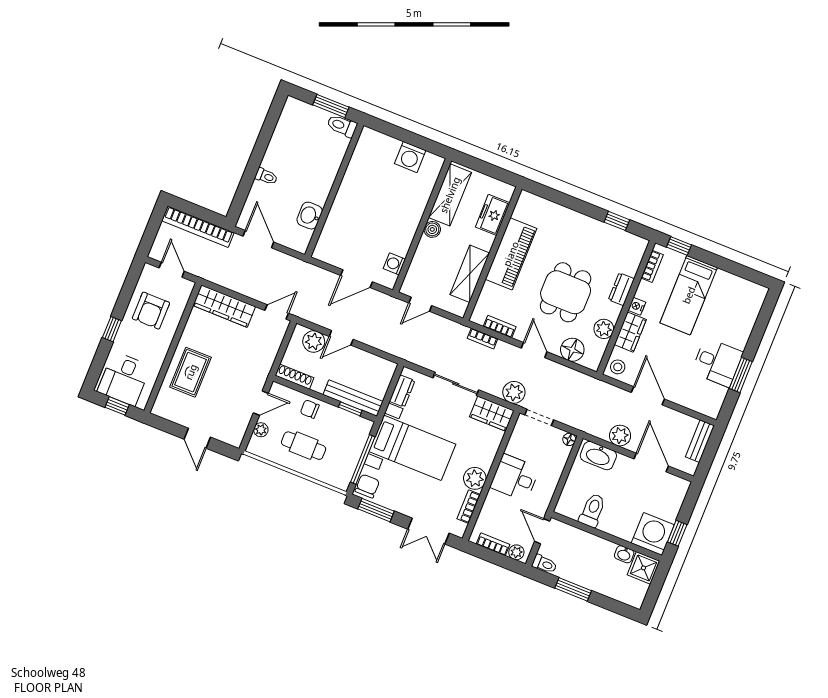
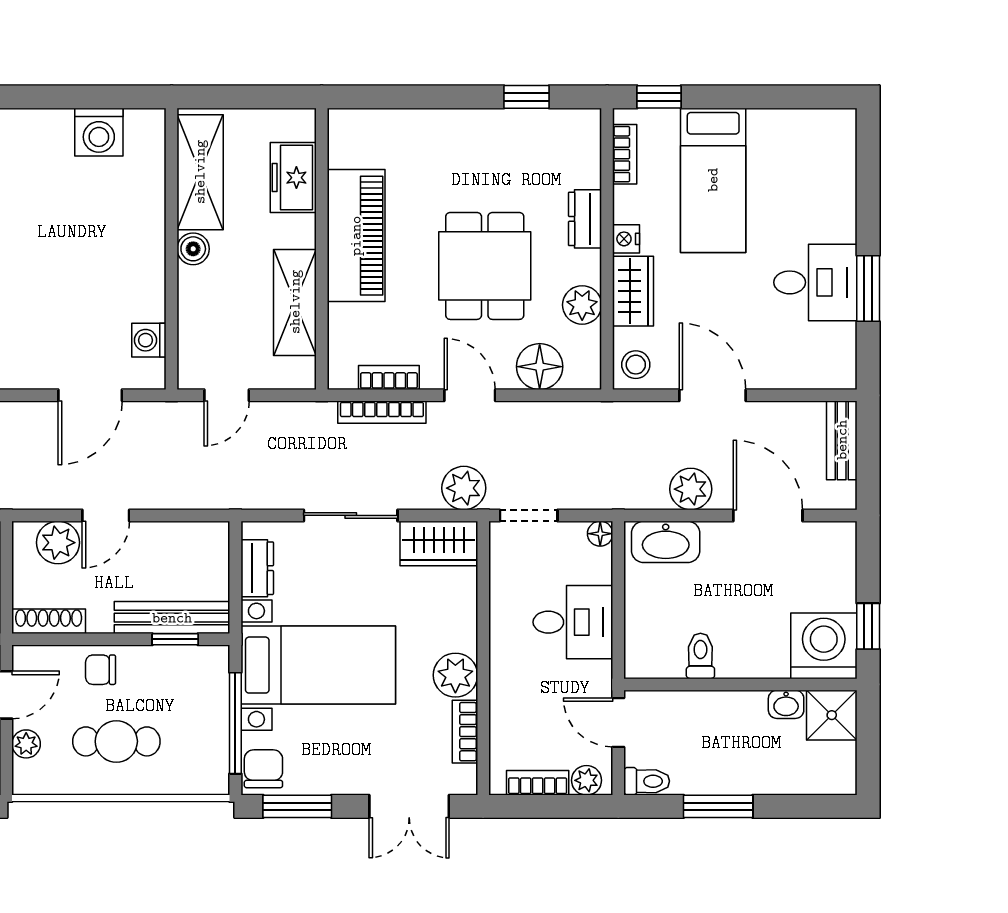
bookcase: (482, 338) -> (382, 412), width x1.56
desk: (515, 478) -> (573, 622), moved, turned 180
toilet: (592, 510) -> (700, 656), width x0.73, depth x0.72

